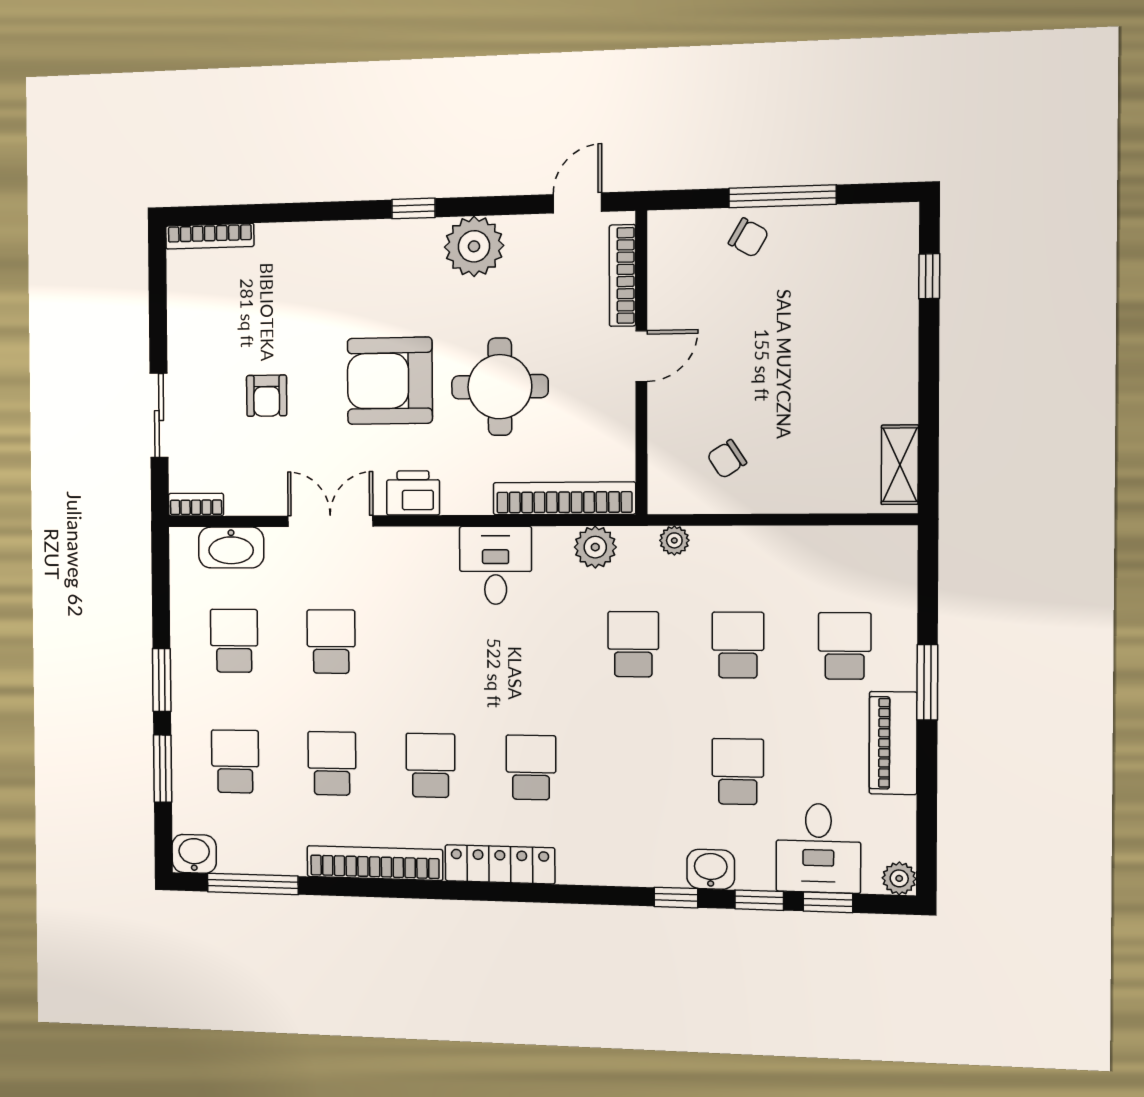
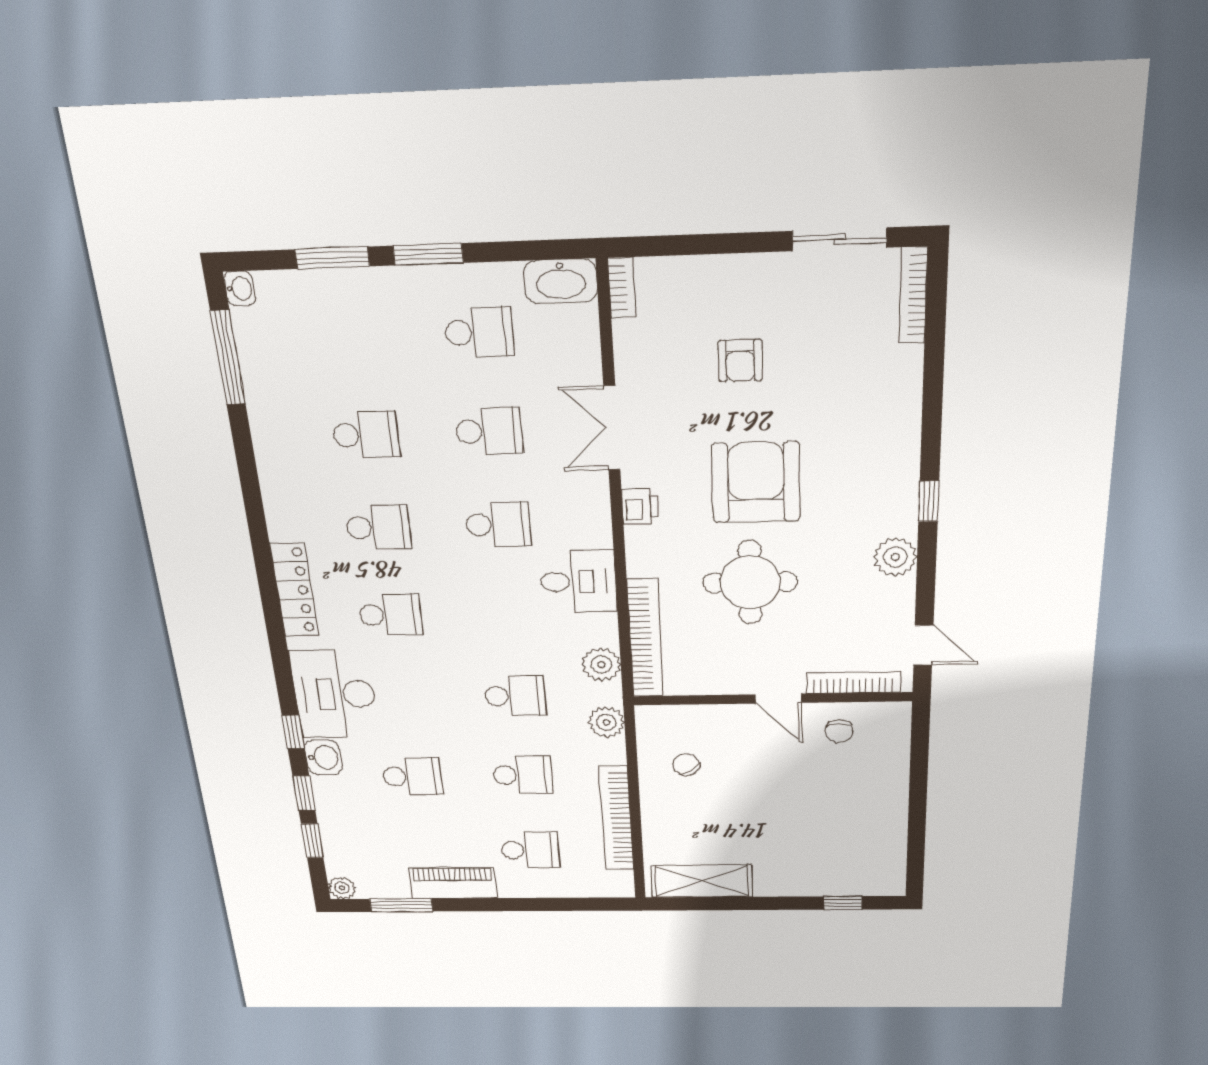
window: (782, 196) -> (918, 802), removed
chair: (749, 238) -> (839, 731), moved, turned -30
plant: (474, 246) -> (895, 557), width x0.73, depth x0.73
armchair: (267, 396) -> (740, 361), turned -90
sliding door: (159, 416) -> (840, 239), moved
shelving: (900, 465) -> (702, 881), width x1.50, depth x1.33
printer: (413, 493) -> (640, 506), width x0.73, depth x0.81
double door: (330, 521) -> (612, 428), swing flipped
plant: (674, 540) -> (606, 722), width x1.38, depth x1.38
washbasin: (231, 547) -> (561, 281), moved, turned -90
window: (927, 682) -> (401, 905), moved
school desk: (235, 761) -> (498, 525), moved
desk: (818, 848) -> (335, 694), moved, width x1.37
washbasin: (194, 854) -> (240, 289), width x0.72, depth x0.69
bookcase: (375, 863) -> (616, 818), moved, turned 180

